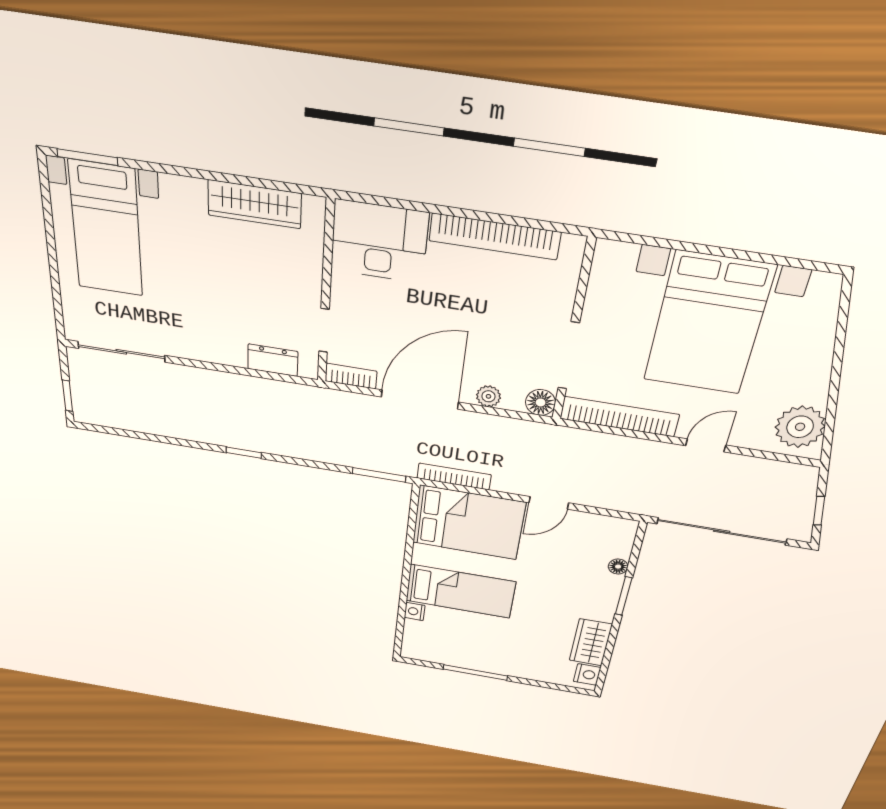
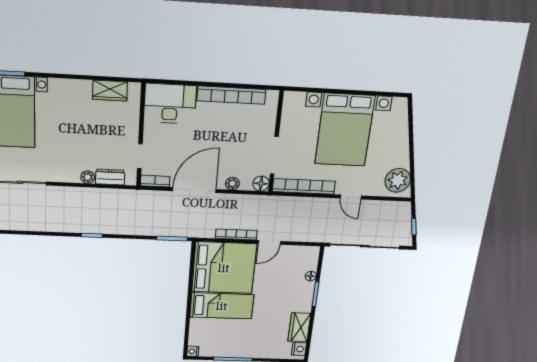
wardrobe: (255, 204) -> (110, 91), width x0.67
plant: (234, 356) -> (88, 177), added
door: (706, 445) -> (351, 197), swing flipped
bookcase: (454, 476) -> (236, 234), moved
bed: (468, 523) -> (224, 268), width x1.36
nightstand: (415, 611) -> (193, 351), moved

